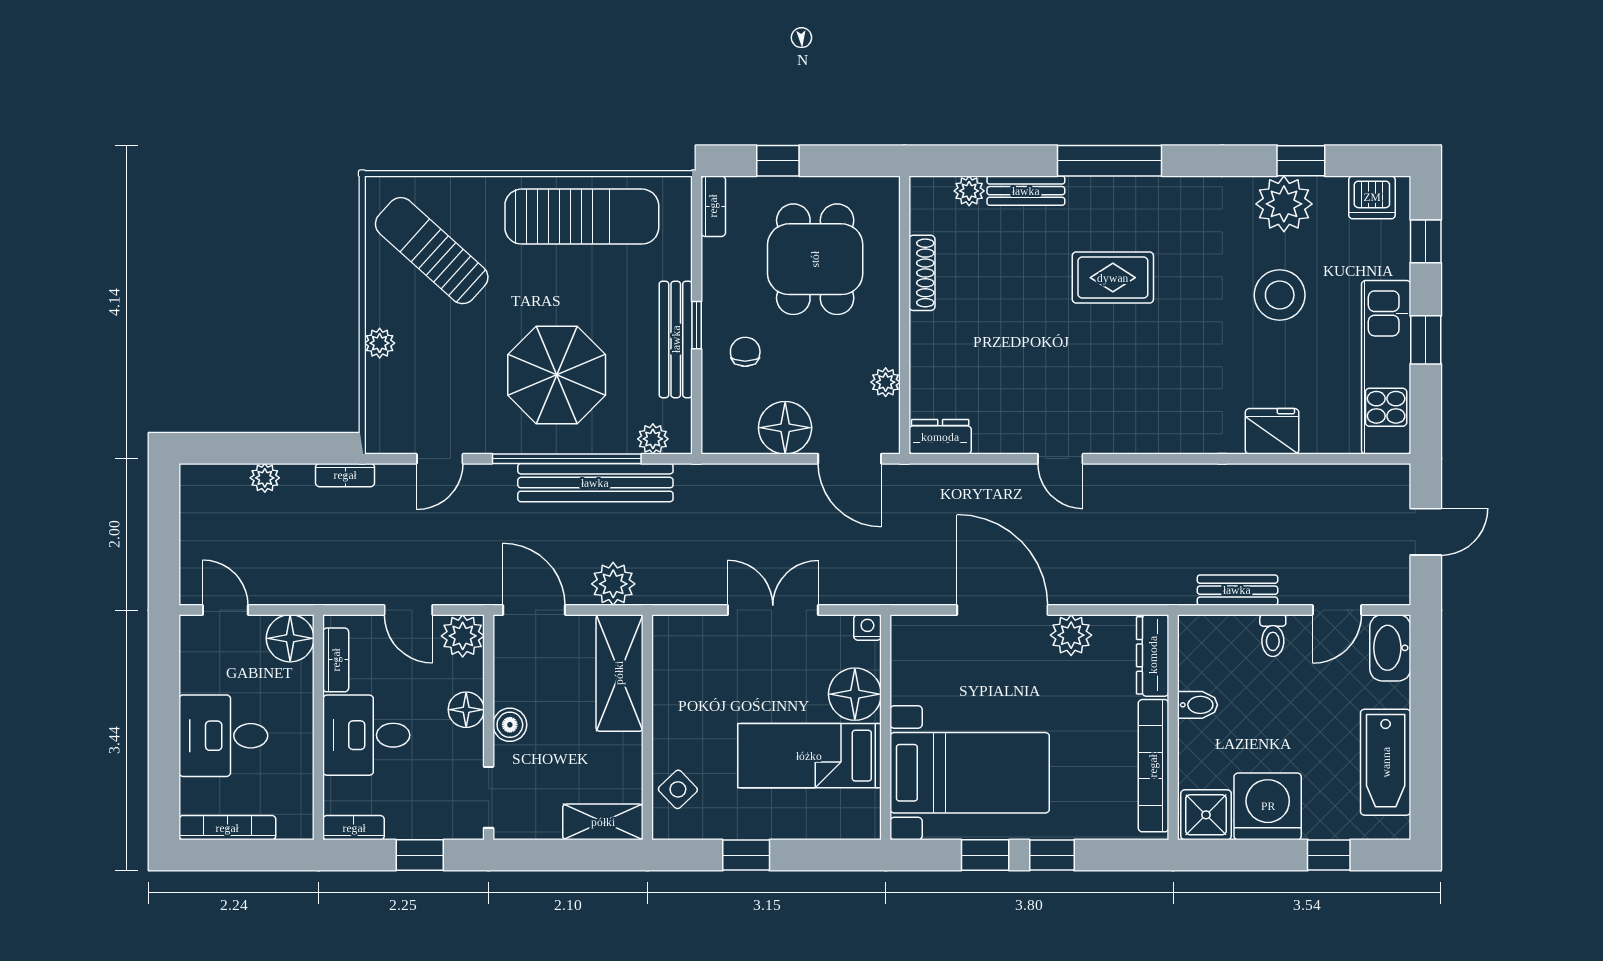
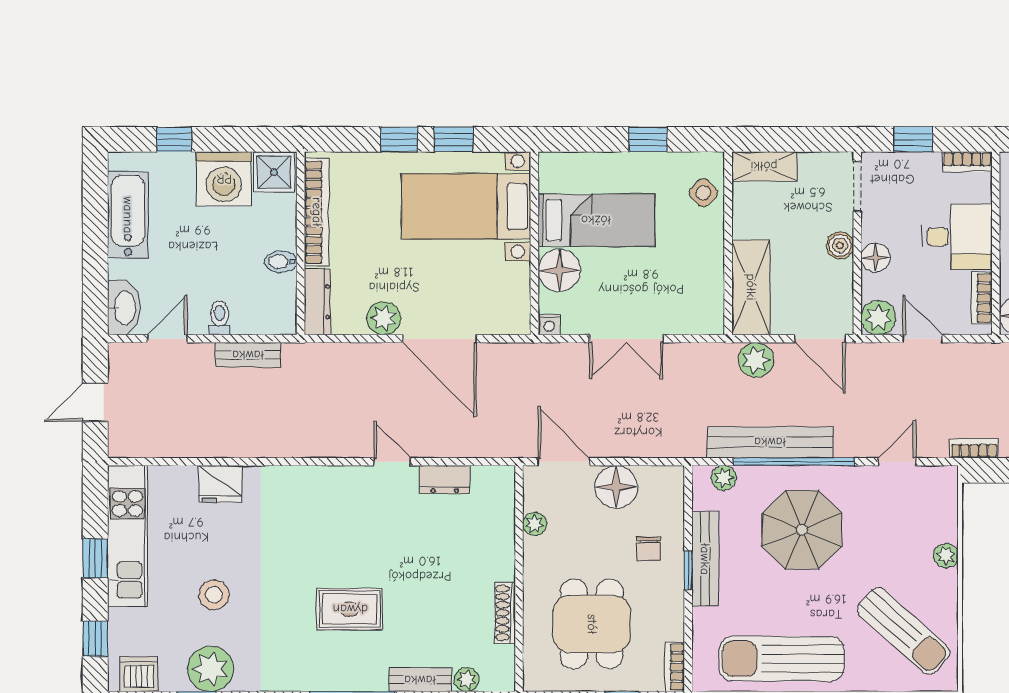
stool: (1280, 295) -> (214, 595), width x0.73, depth x0.73
dresser: (940, 437) -> (445, 480), moved

